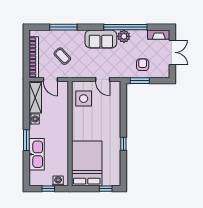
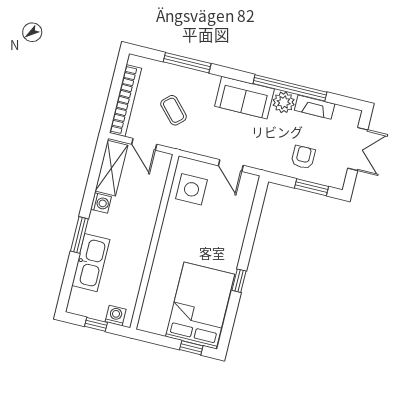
fireplace: (159, 35) -> (315, 107), moved
window: (140, 81) -> (311, 187), moved
bed: (87, 163) -> (200, 305), moved

